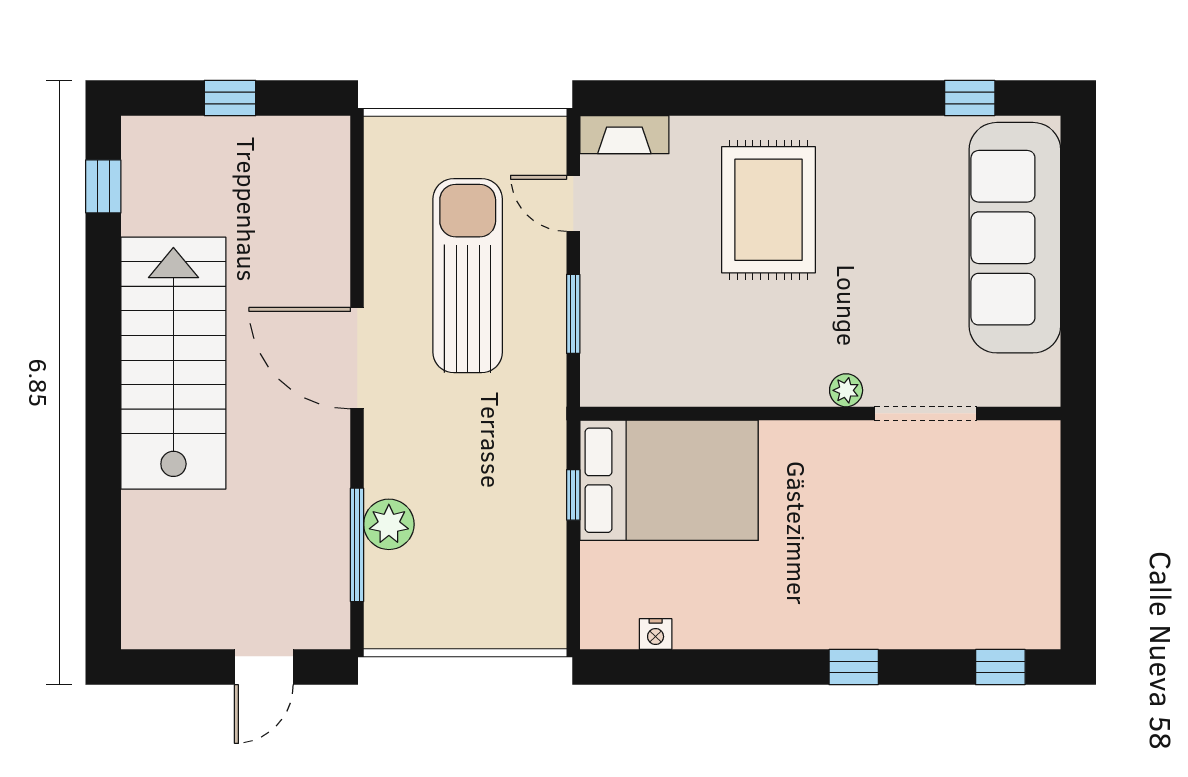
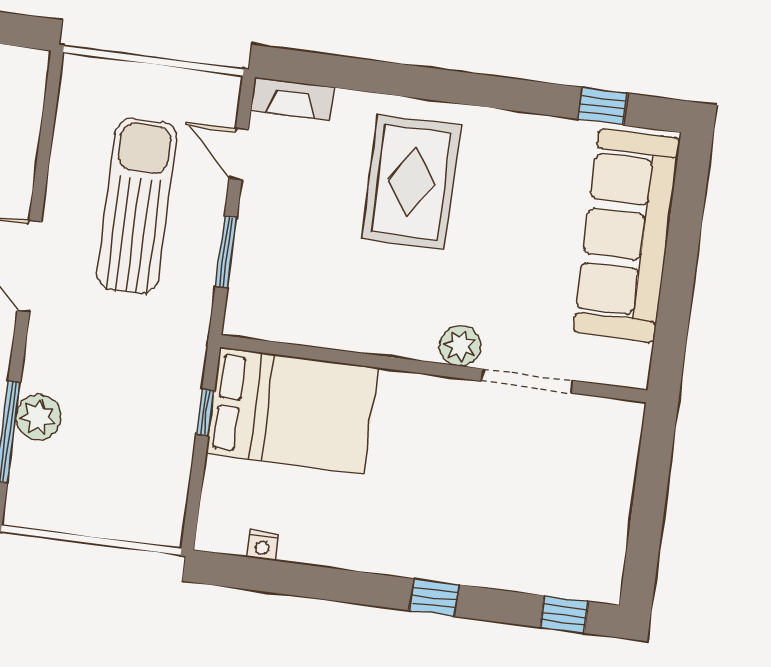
plant: (846, 390) -> (460, 346), width x1.38, depth x1.38

